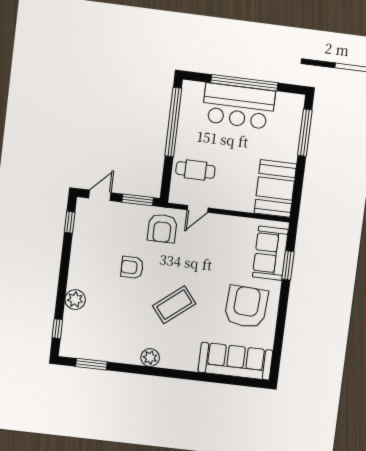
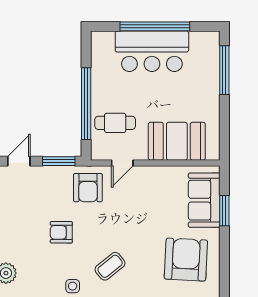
window: (173, 122) -> (86, 104), moved
booth: (275, 189) -> (177, 141), moved, turned 90
coffee table: (174, 305) -> (110, 266), width x0.73, depth x0.77
side table: (137, 319) -> (73, 286), added

